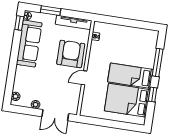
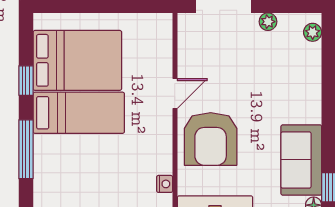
sofa: (29, 44) -> (301, 160), width x0.73

